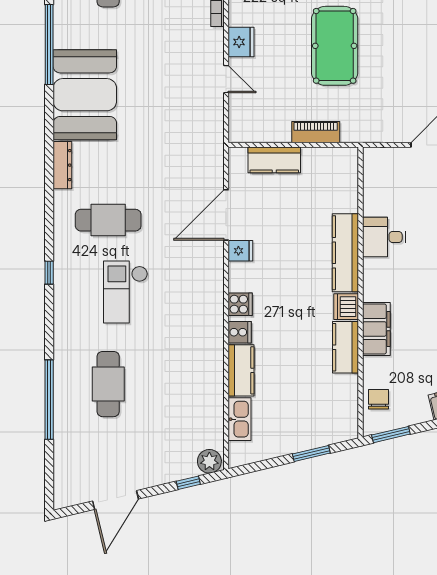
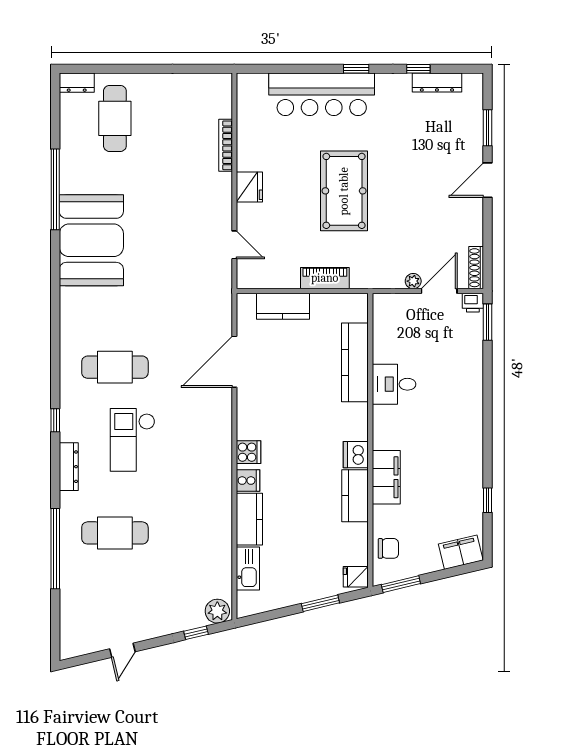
door: (226, 79) -> (234, 245), moved
plant: (403, 135) -> (413, 281), added
dresser: (62, 165) -> (69, 467), moved
fridge: (240, 251) -> (356, 577), moved, turned 180
kitchen counter: (345, 253) -> (355, 362), moved
cafe table: (108, 384) -> (115, 533), turned 90
chair: (378, 399) -> (388, 548), turned 90
door: (115, 500) -> (122, 650), width x0.53

